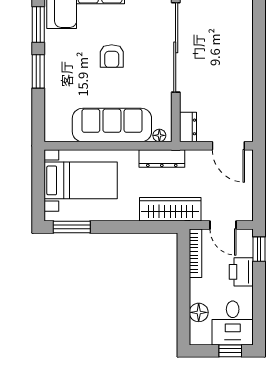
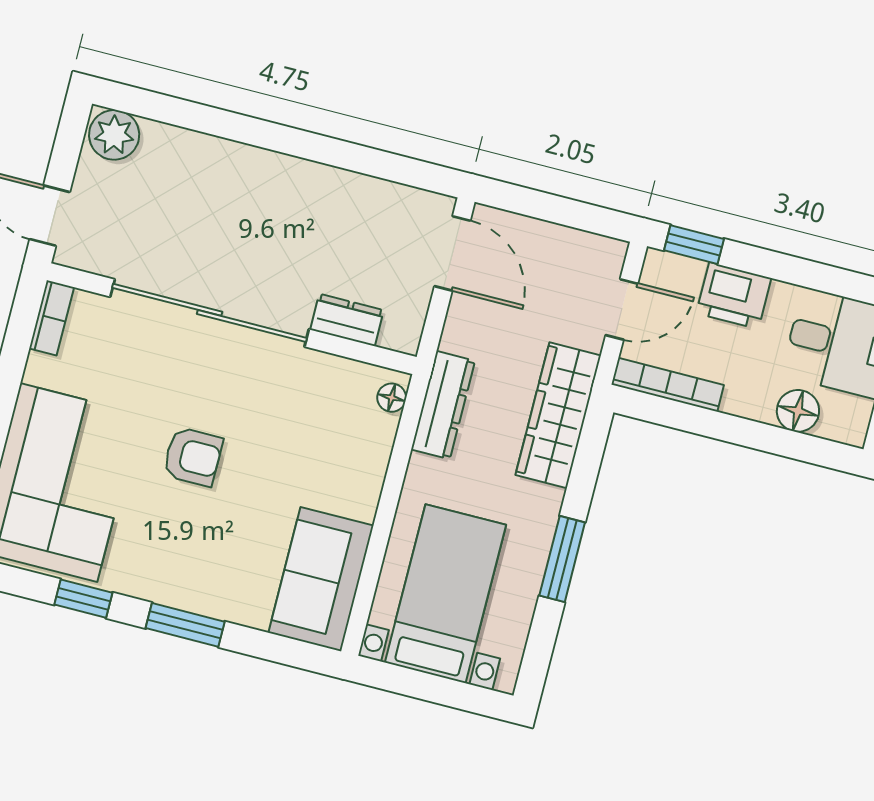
window: (38, 25) -> (83, 599), width x0.67
sofa: (112, 125) -> (321, 579), moved, width x0.73
dresser: (188, 127) -> (347, 320), moved
door: (228, 146) -> (452, 253), hinge flipped
window: (72, 227) -> (562, 559), moved

